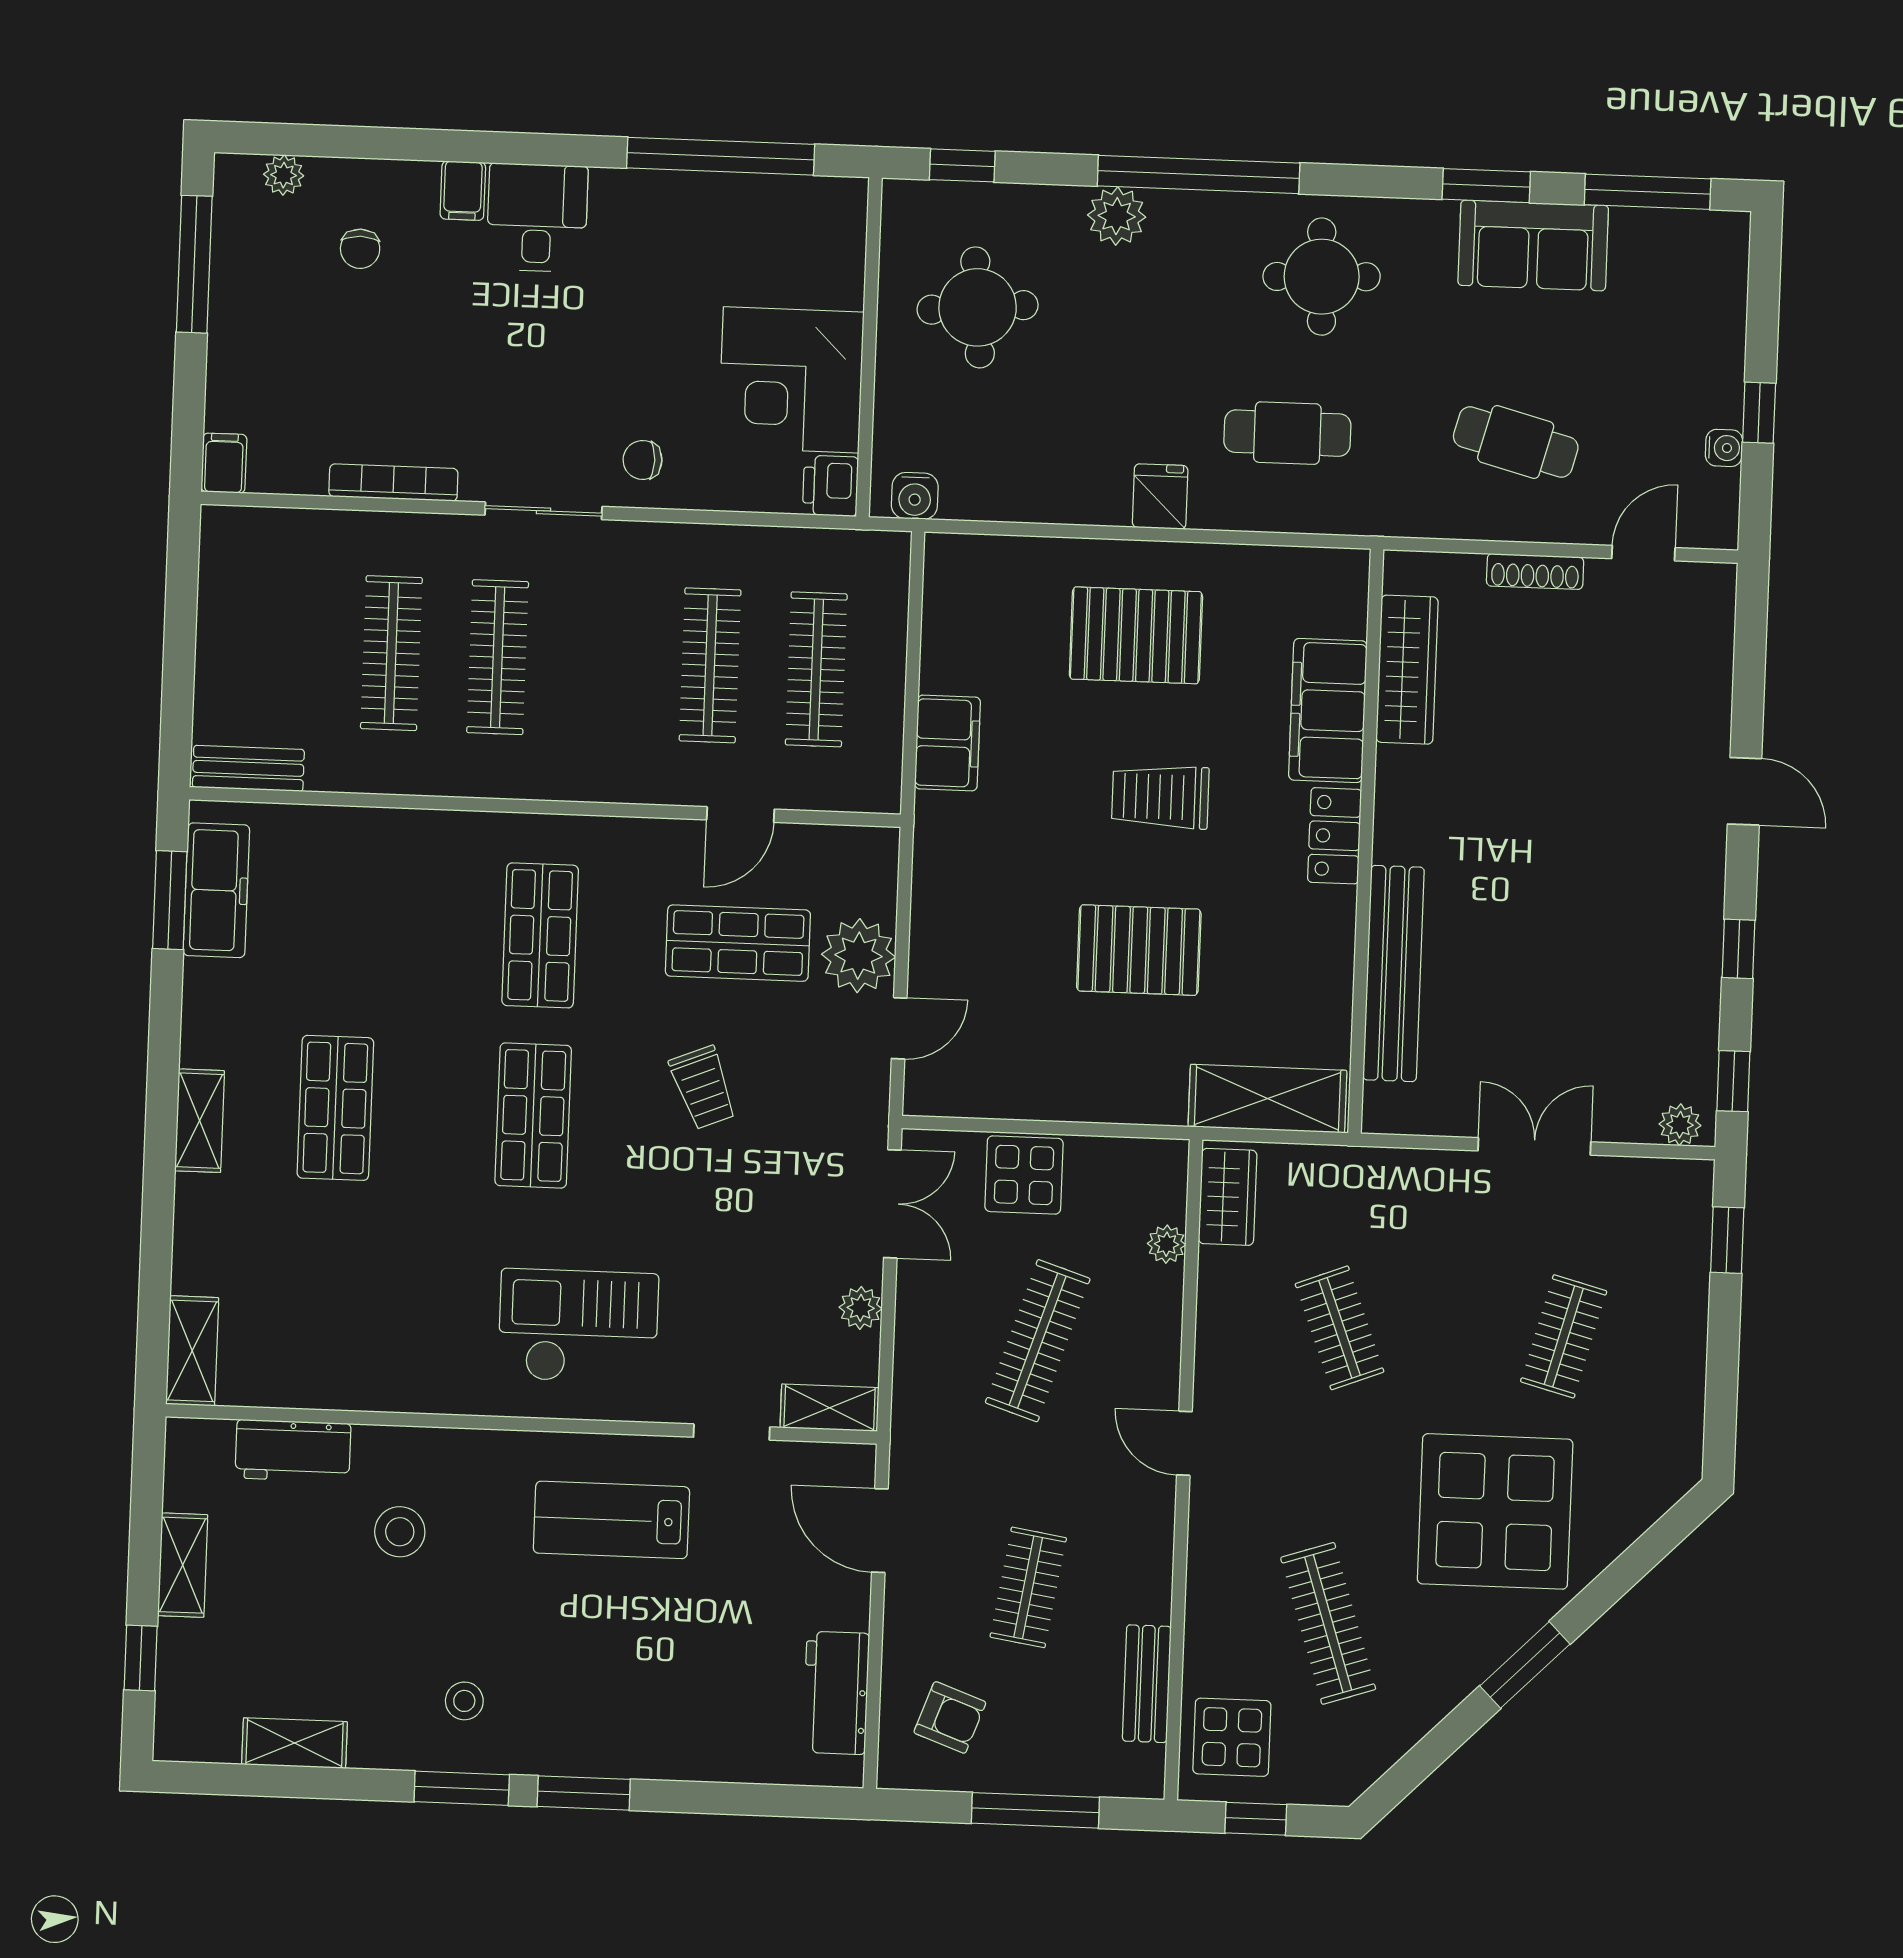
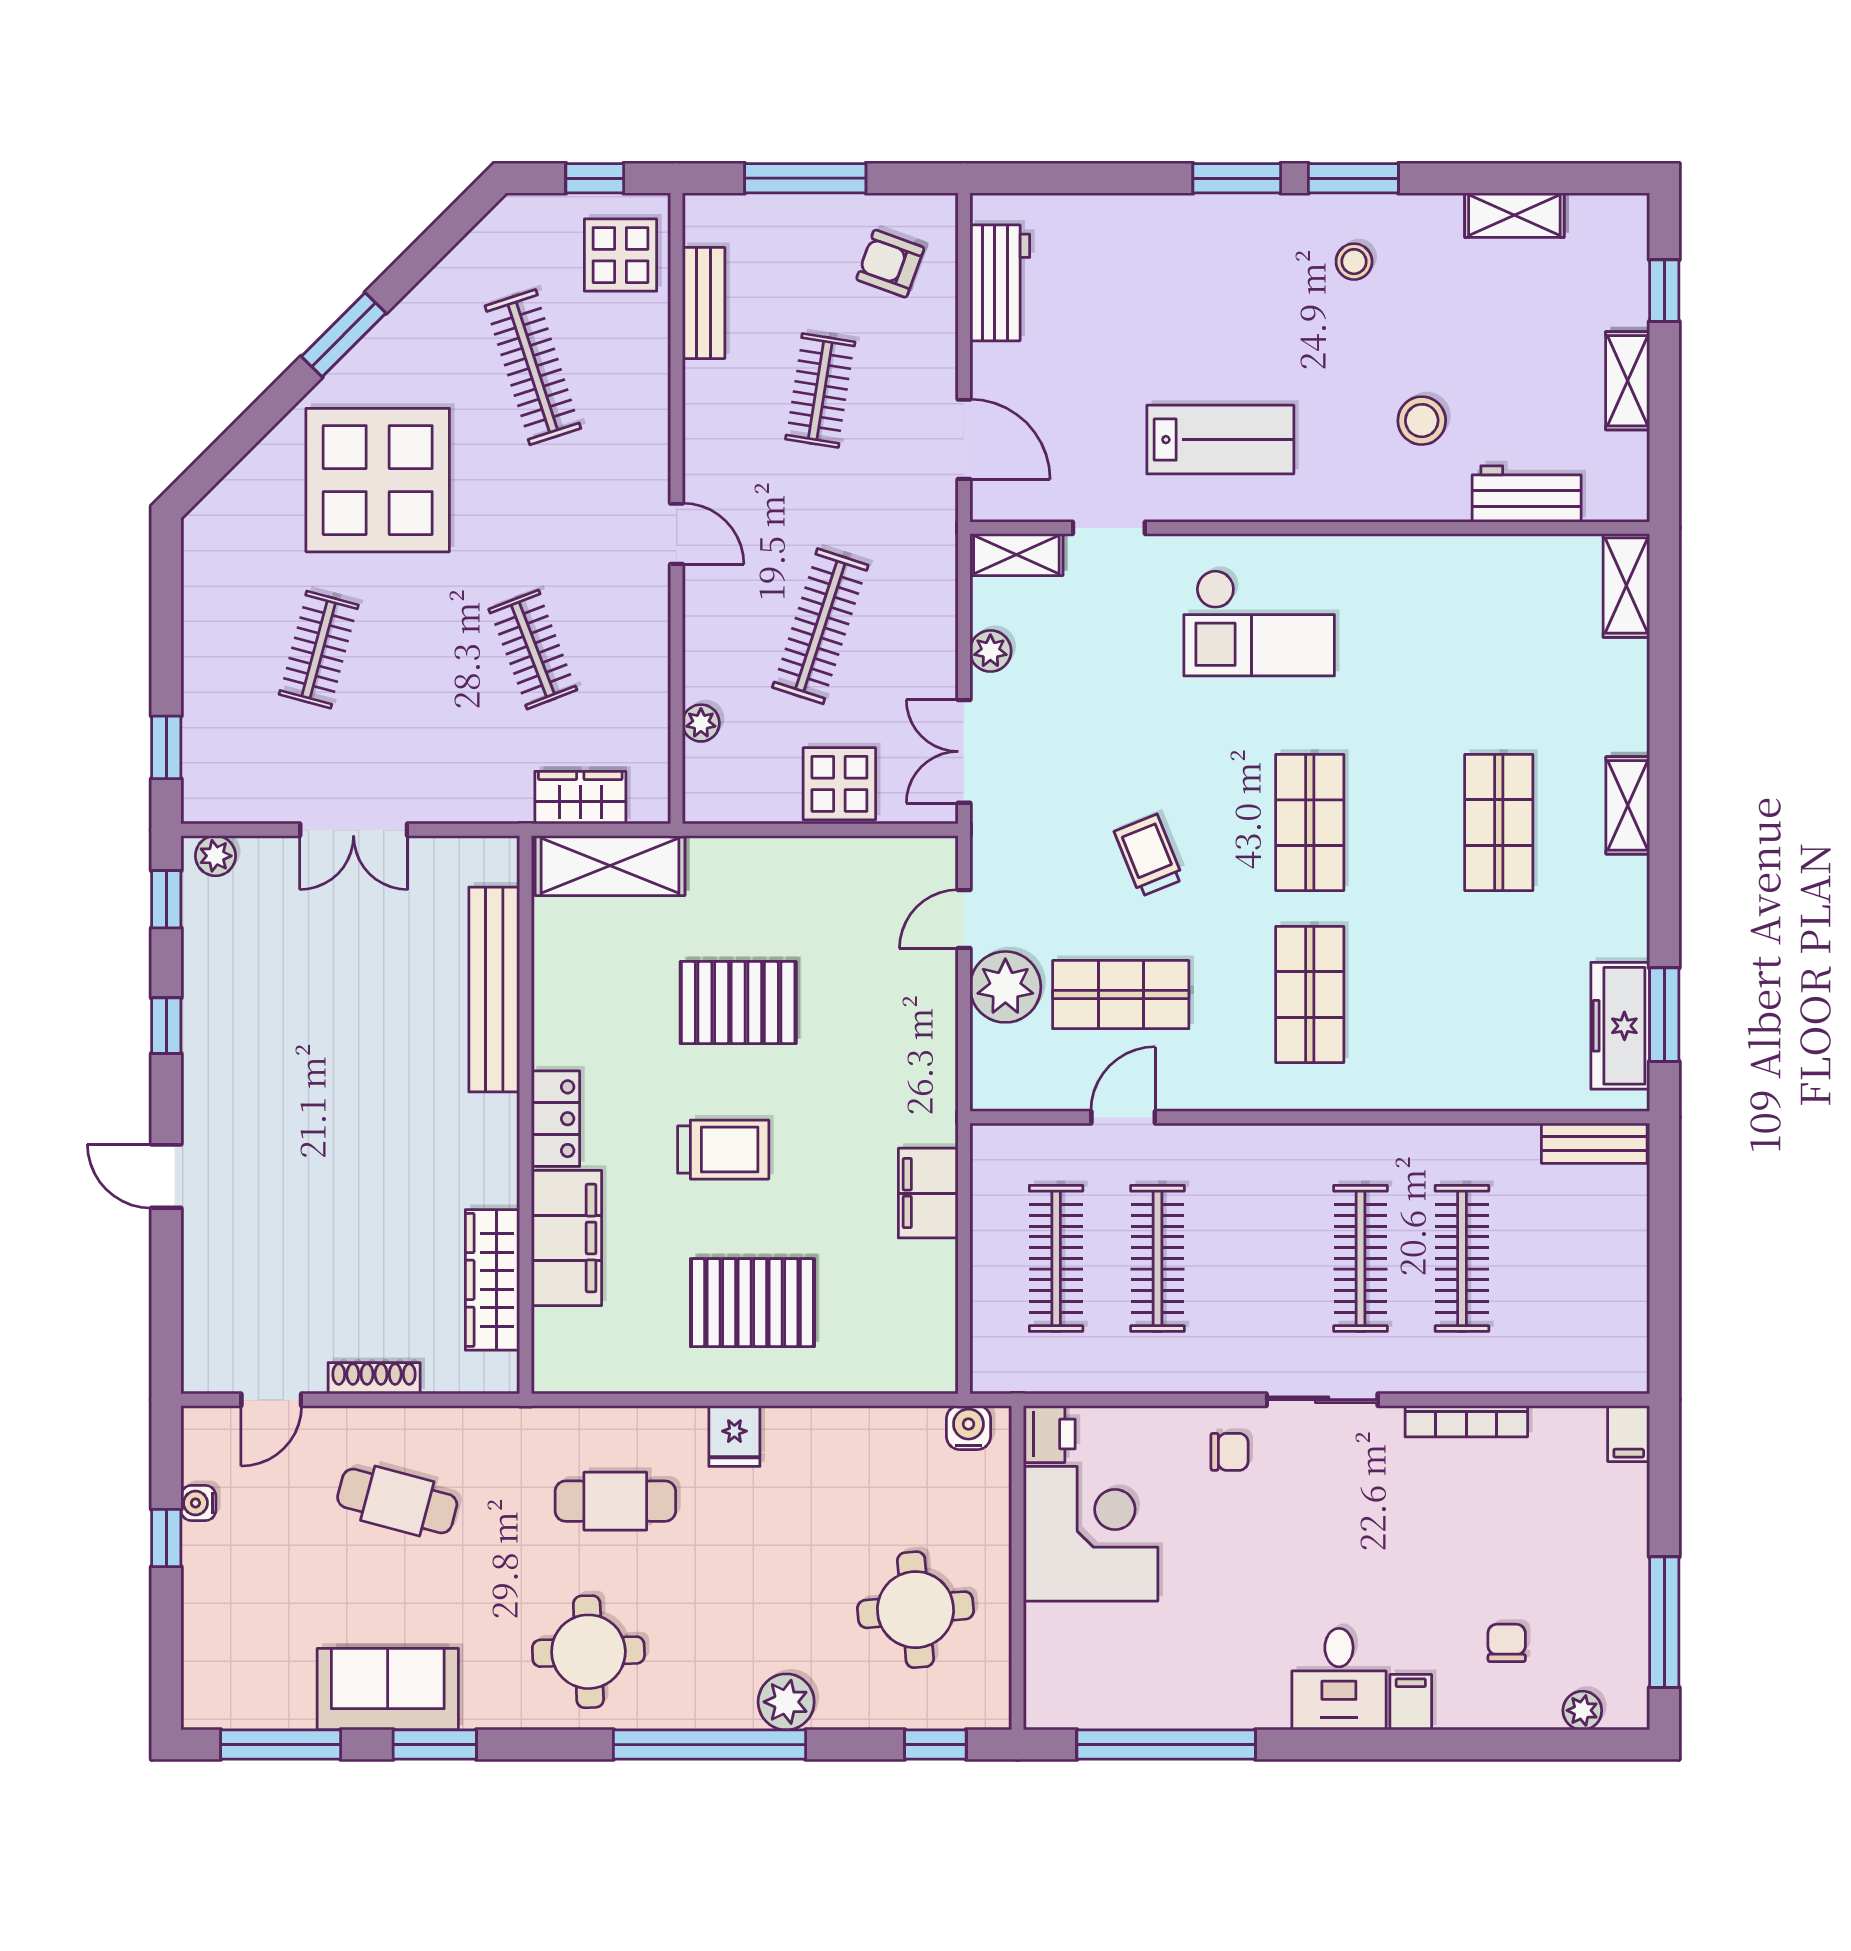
wardrobe: (1228, 1197) -> (580, 798), moved, turned 90

